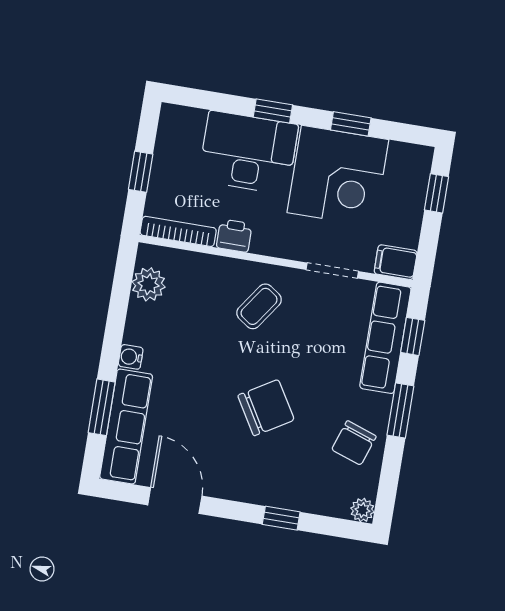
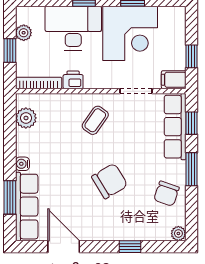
plant: (167, 147) -> (24, 33), added
window: (436, 193) -> (191, 56), moved

